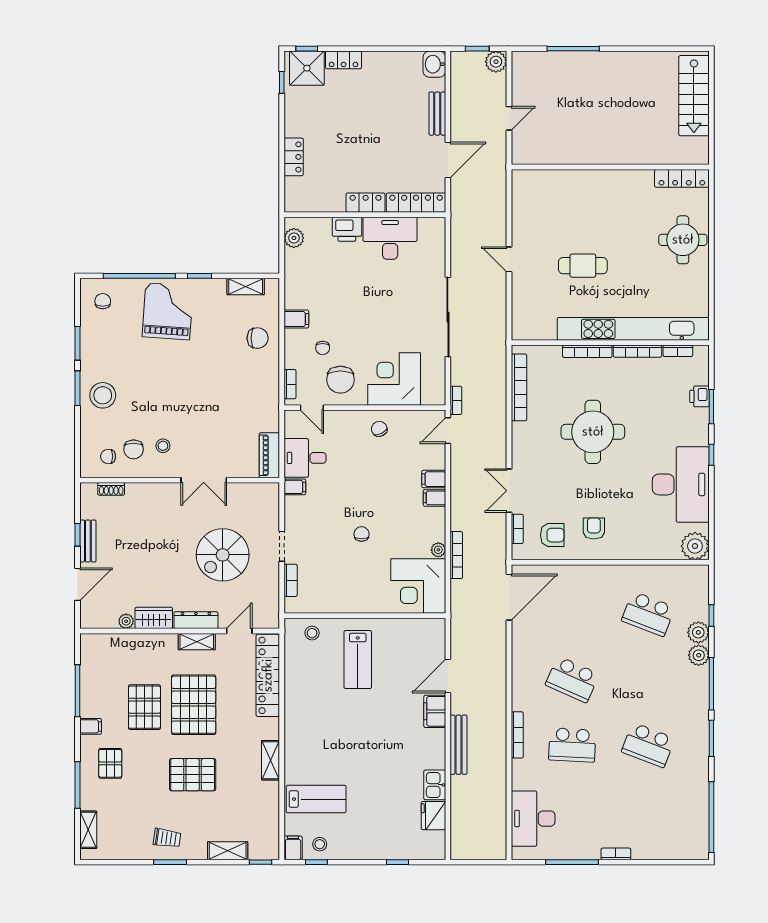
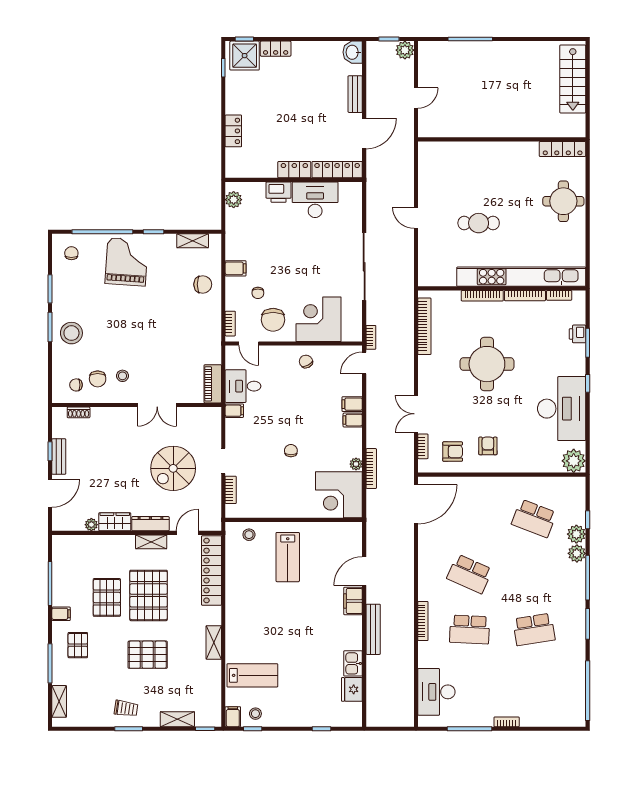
school desk: (648, 745) -> (534, 629), turned -30

